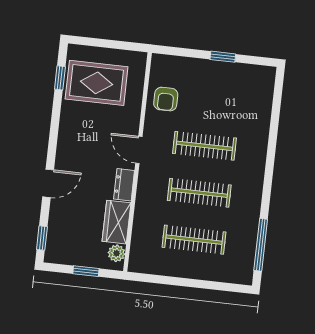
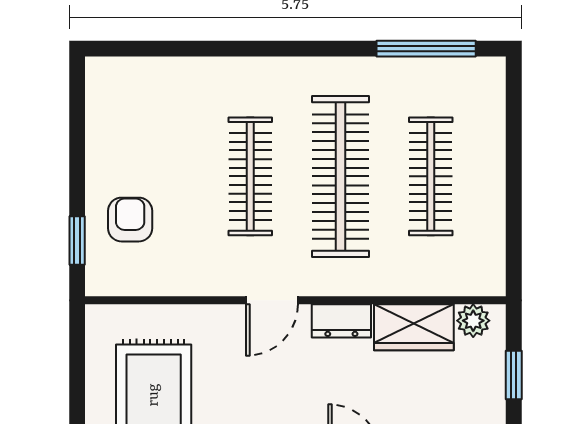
window: (223, 57) -> (77, 240), moved
armchair: (166, 99) -> (130, 220), moved, turned -90
clothes rail: (199, 193) -> (340, 176), width x1.37, depth x1.31

